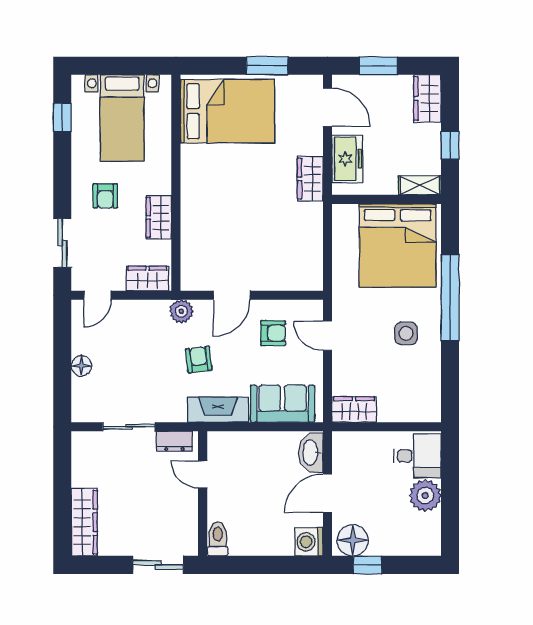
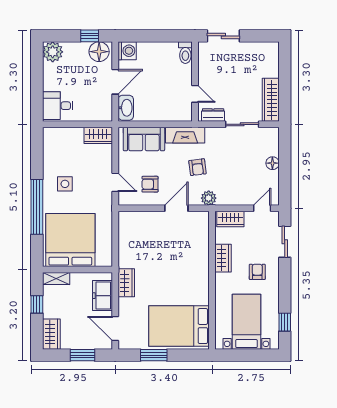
plant: (425, 495) -> (53, 52), moved
wardrobe: (84, 522) -> (271, 100), moved

